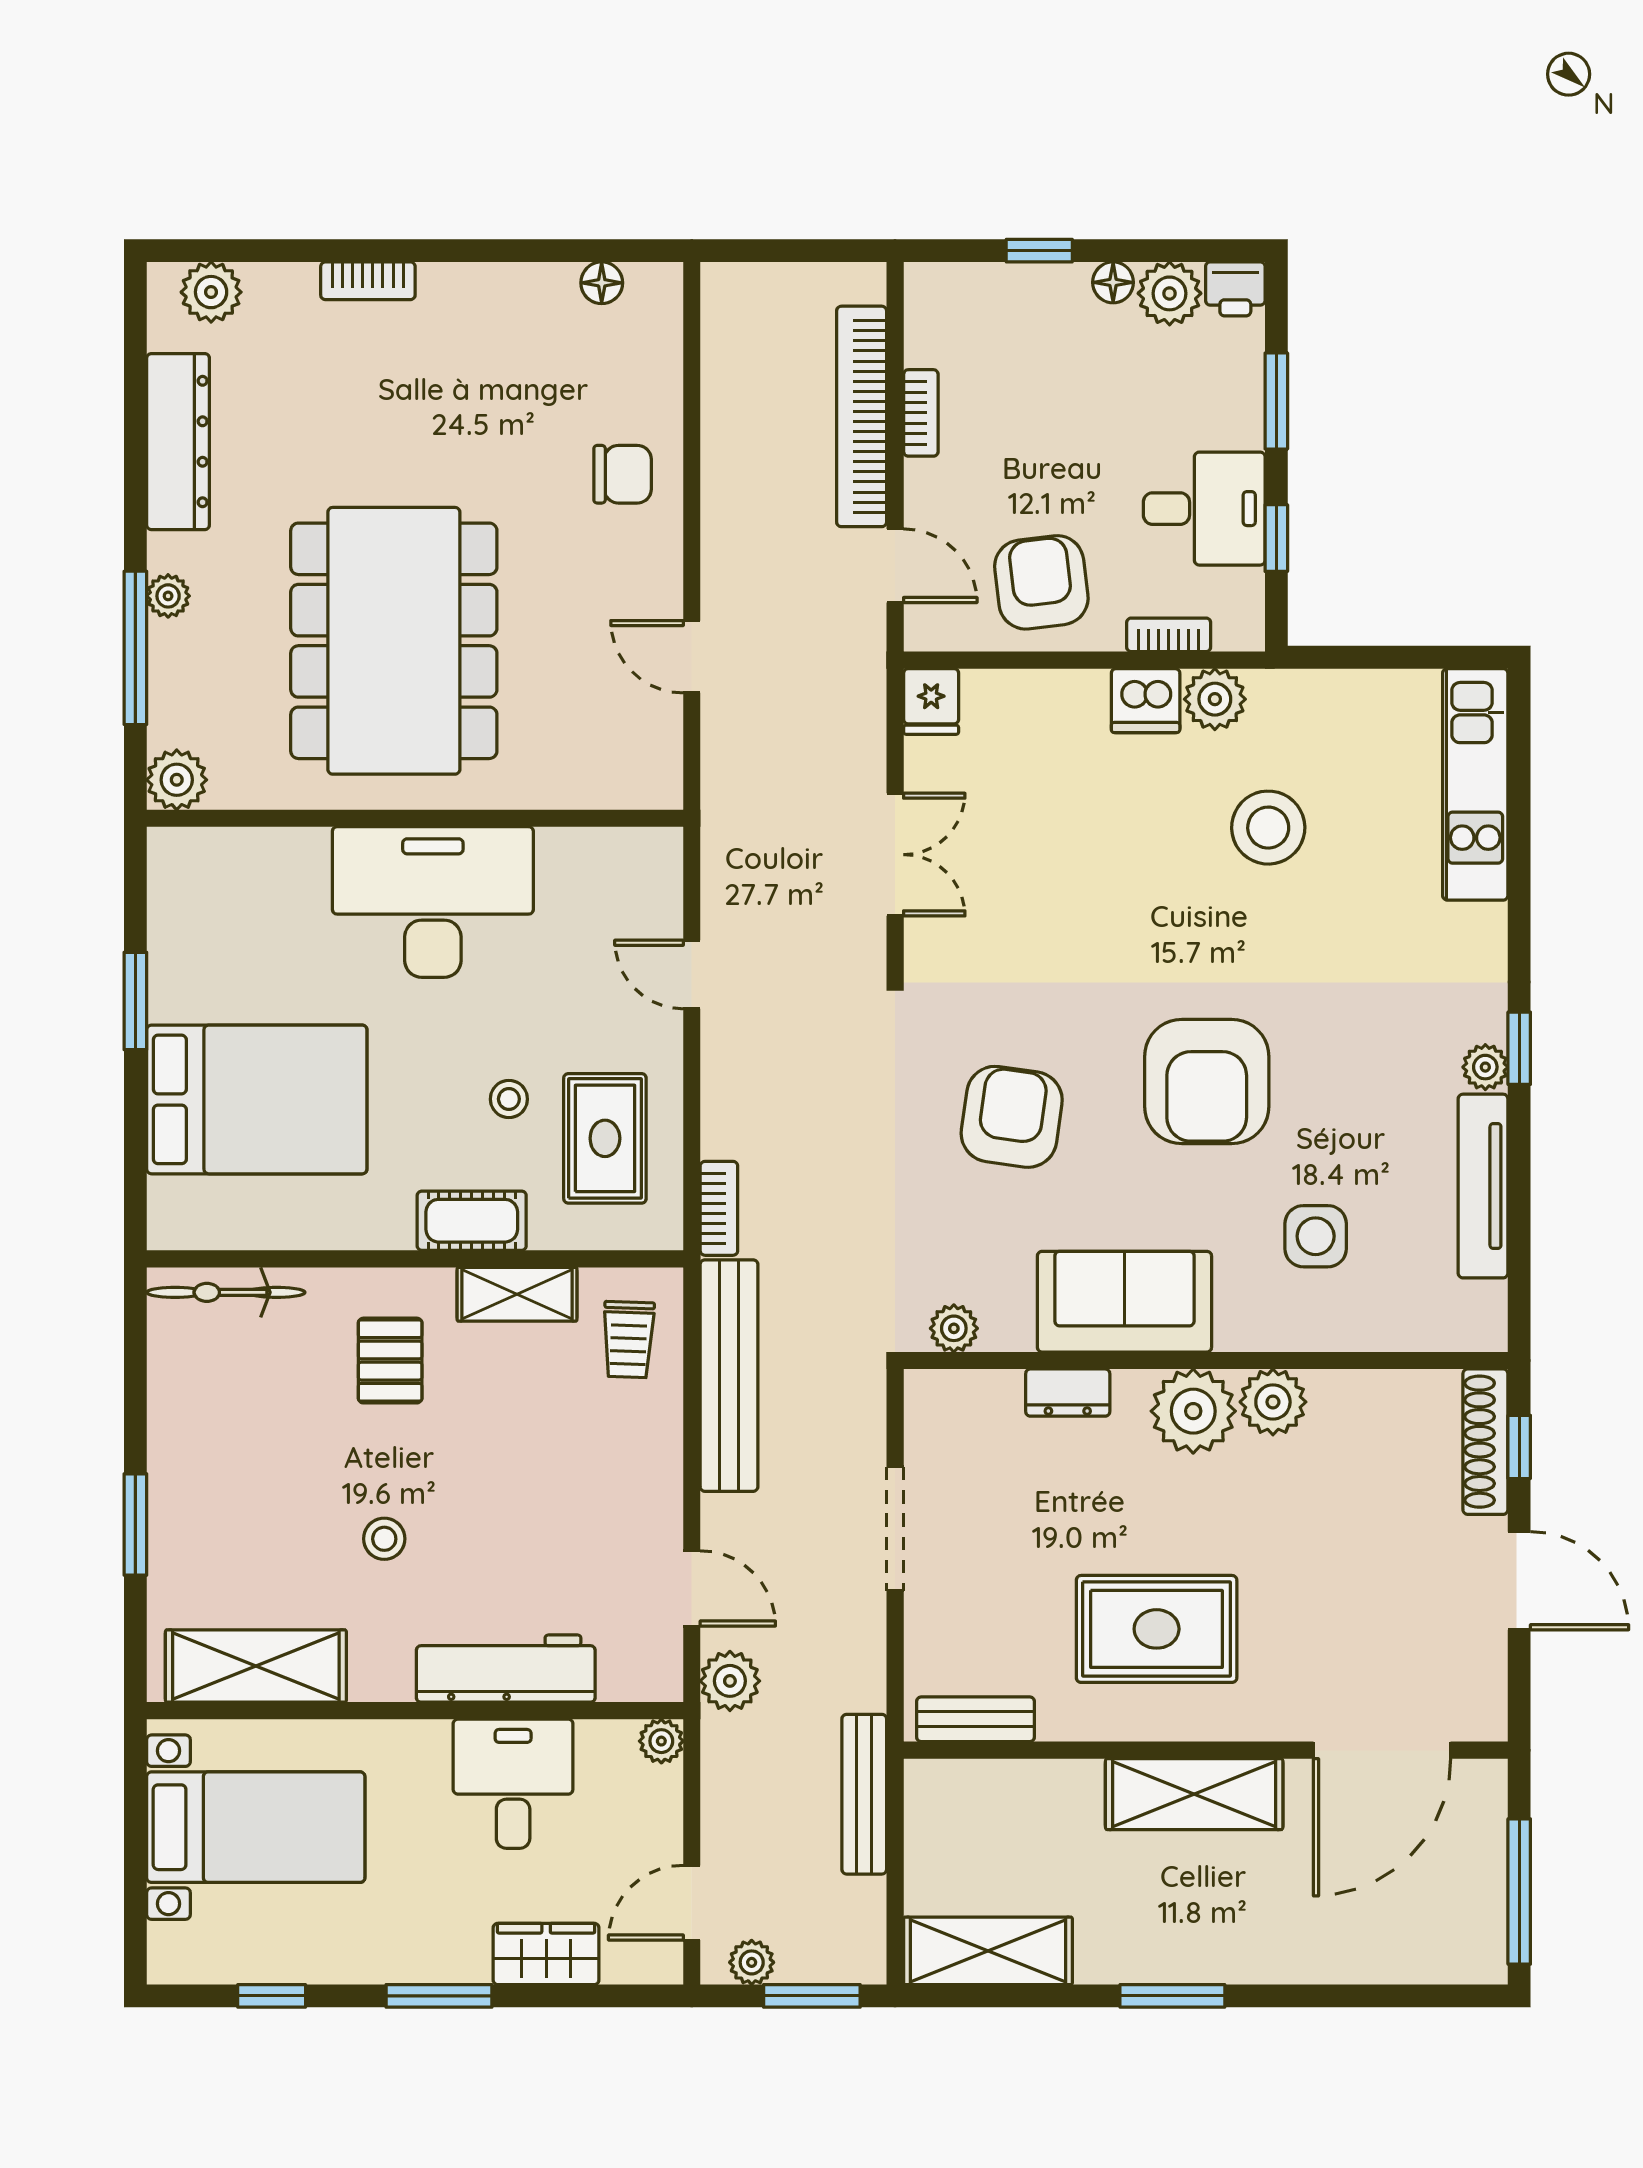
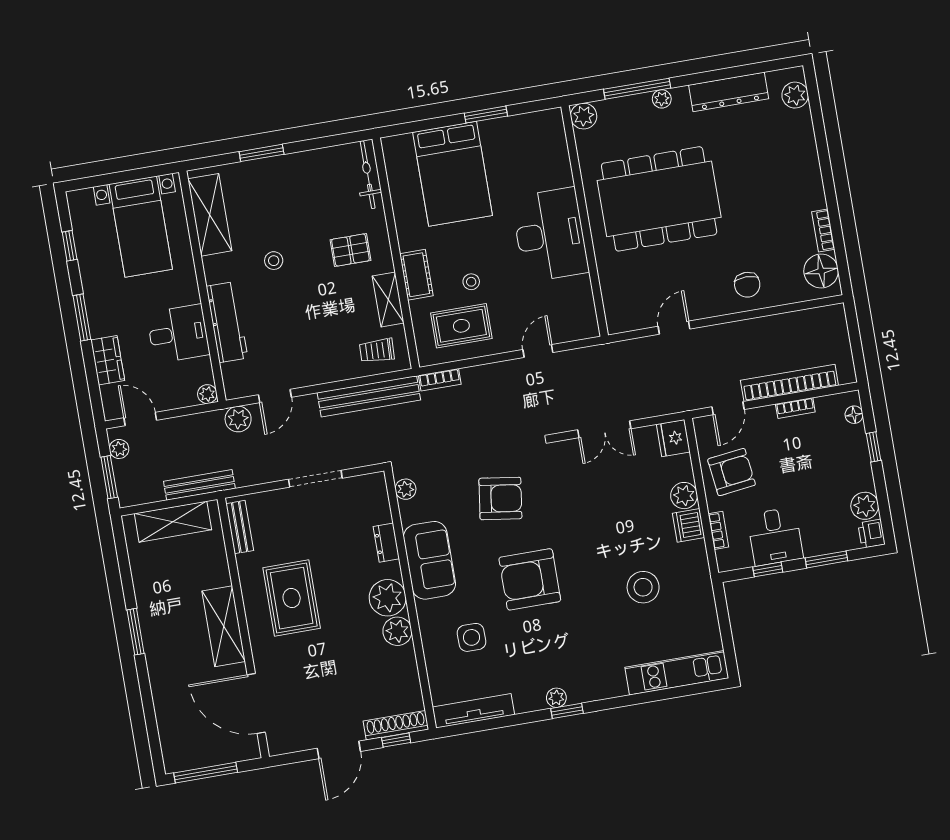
bookcase: (368, 281) -> (823, 230), moved
floor lamp: (1113, 282) -> (854, 415), moved
floor lamp: (602, 283) -> (821, 271), width x1.89, depth x1.89
plant: (1215, 699) -> (684, 496), moved
fridge: (931, 701) -> (673, 438), width x1.38
tv unit: (1483, 1186) -> (473, 711), moved
shelving: (988, 1951) -> (173, 522), moved, turned 90

